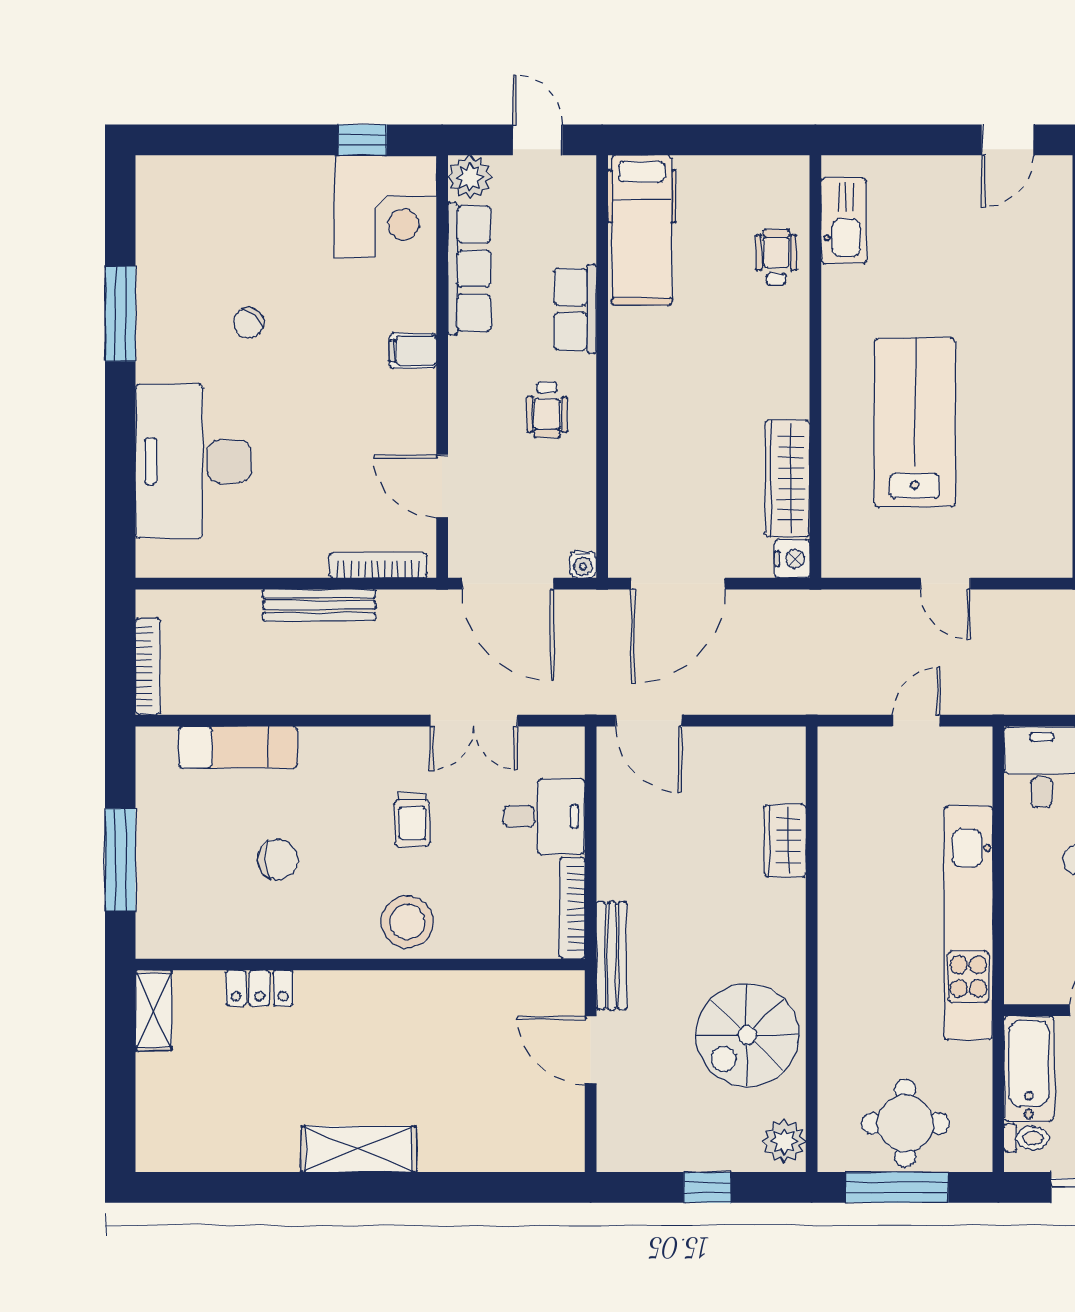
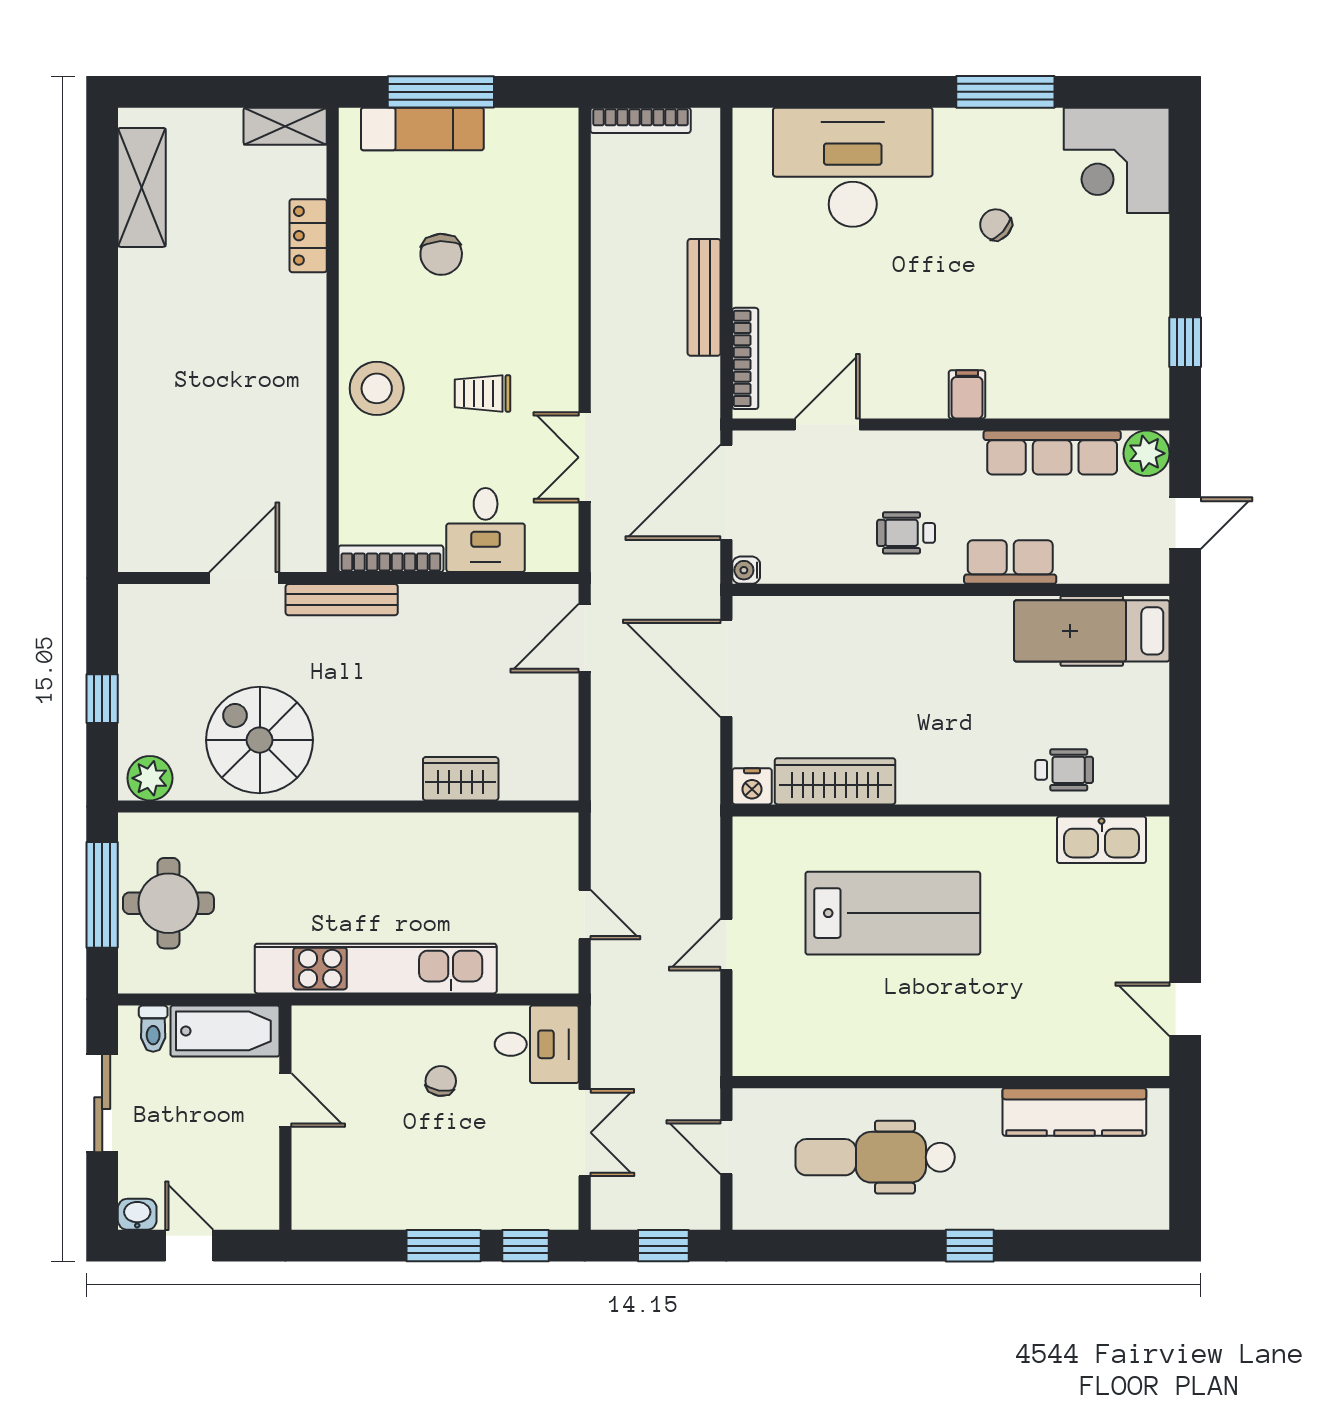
corner desk: (385, 206) -> (1117, 160), moved
exam couch: (238, 747) -> (422, 129), moved, turned -90
shelving: (359, 1149) -> (142, 187), moved

